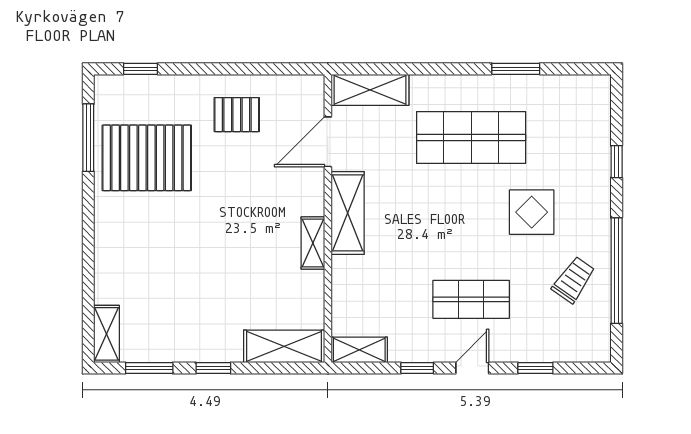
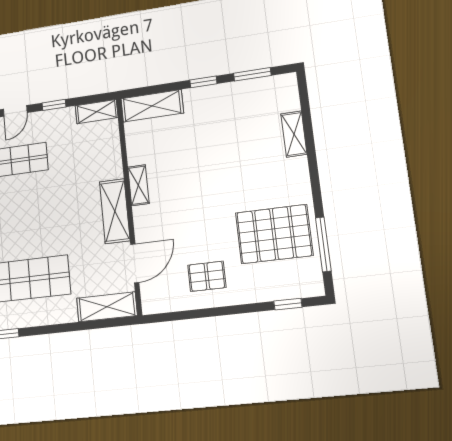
shelving: (107, 334) -> (294, 134), moved

